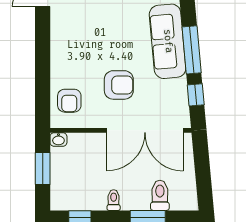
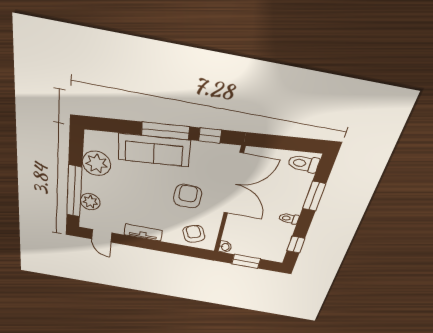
tv unit: (58, 43) -> (143, 233), added
armchair: (69, 101) -> (194, 234), turned -112
toilet: (160, 195) -> (303, 164), moved

